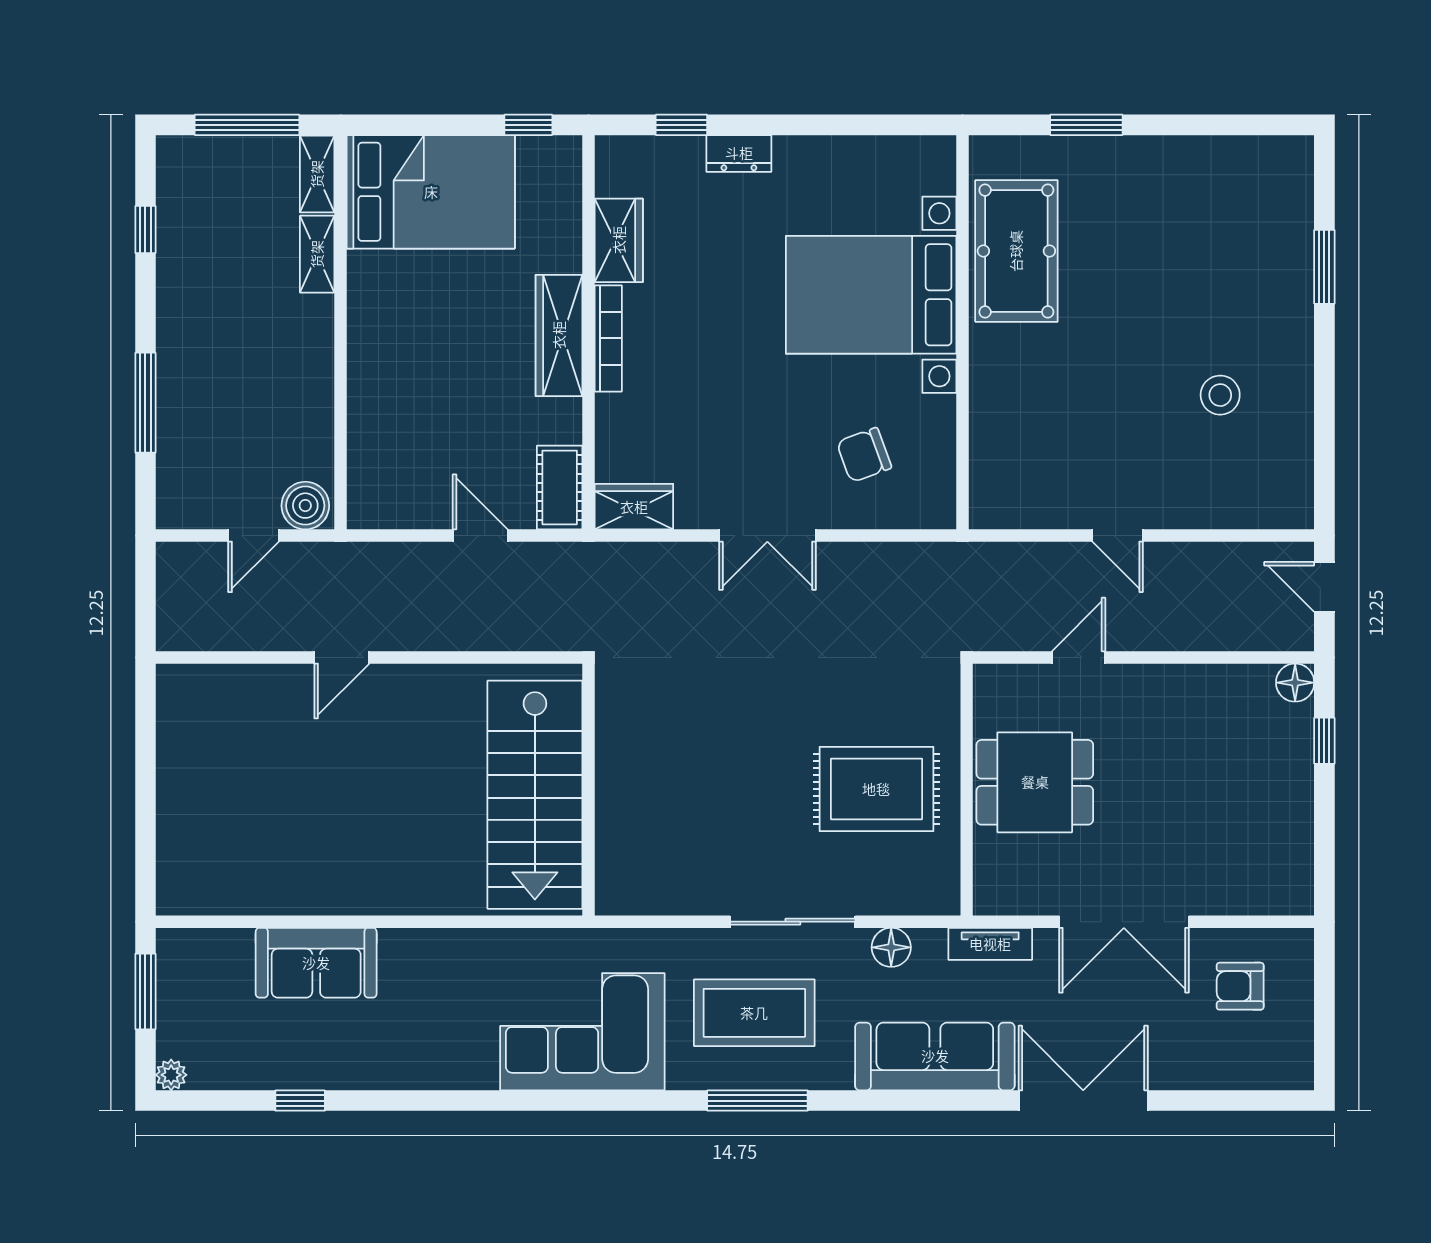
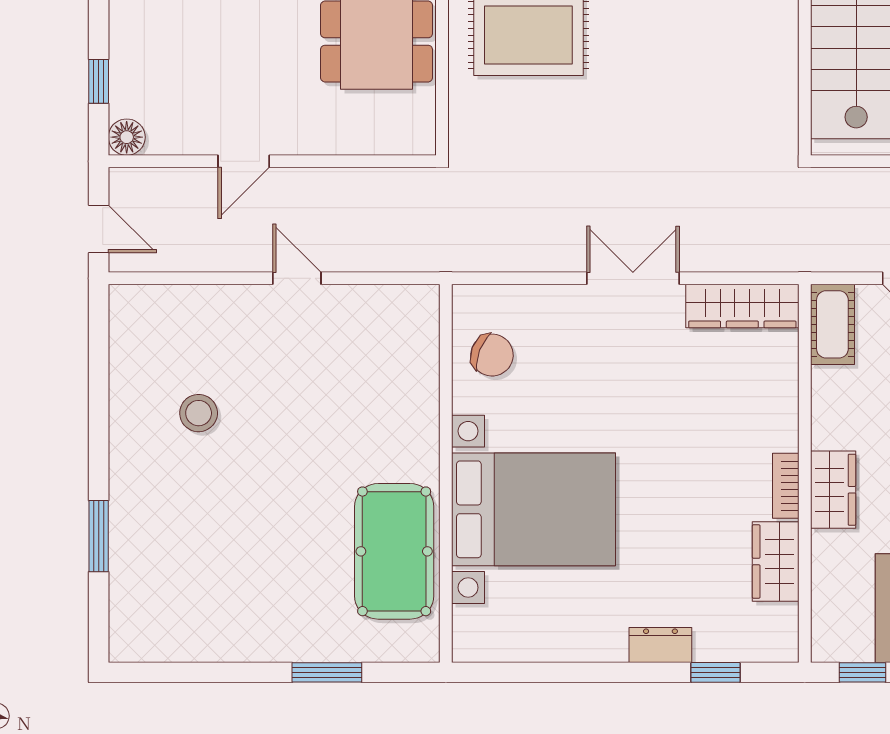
wardrobe: (559, 335) -> (833, 490), width x0.67
bookcase: (608, 338) -> (786, 486), width x0.64
chair: (864, 455) -> (492, 355), moved, turned 41
wardrobe: (634, 507) -> (742, 306), width x1.50
door: (1079, 657) -> (244, 161), moved

